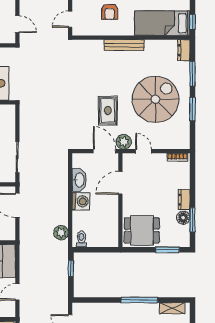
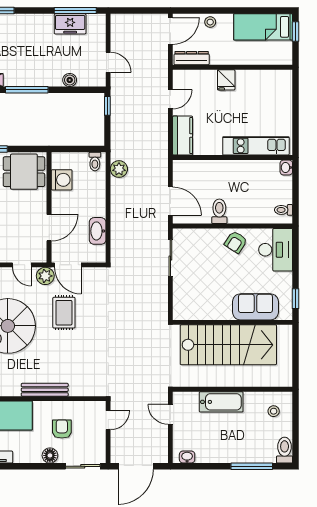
washing machine: (81, 201) -> (62, 180), moved, turned 180
window: (71, 268) -> (107, 106), moved
boiler: (103, 308) -> (70, 80), added

